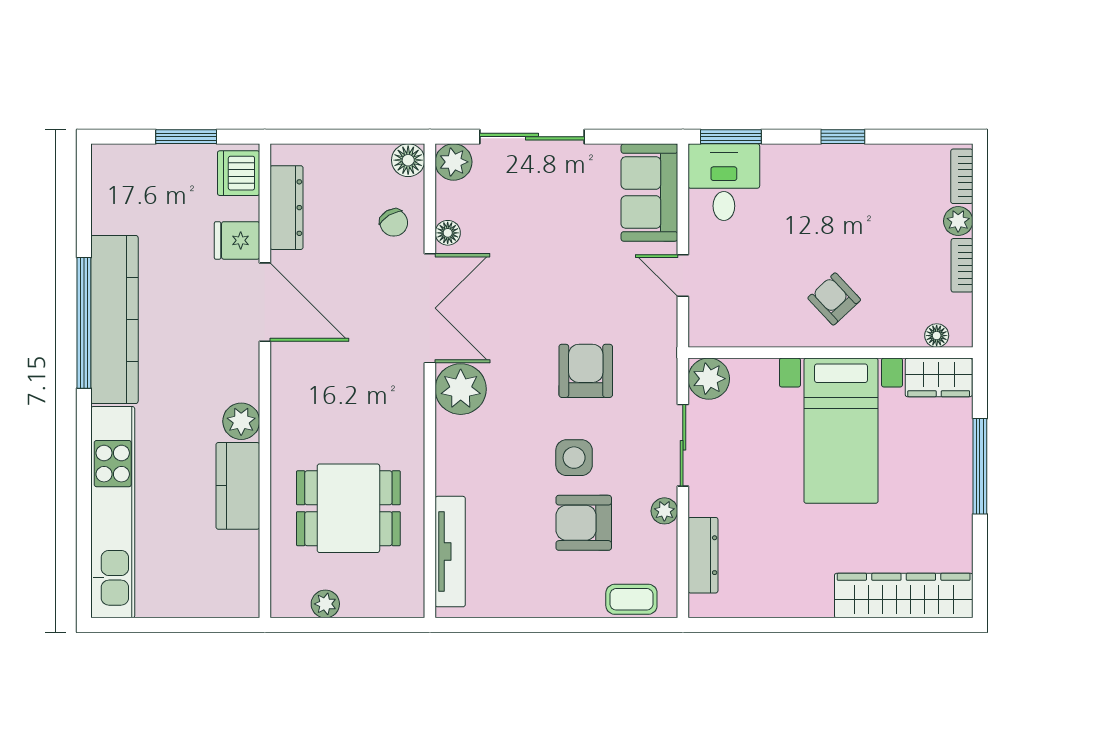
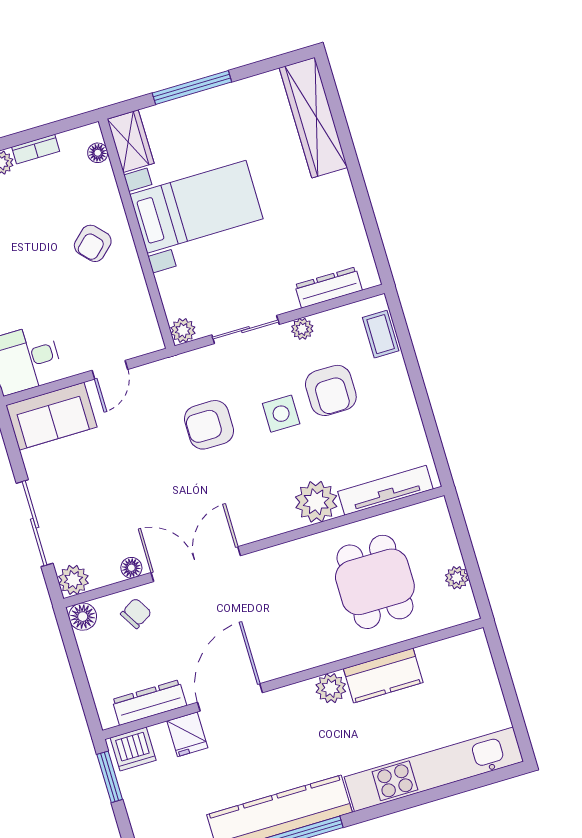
window: (186, 137) -> (110, 777), moved
plant: (709, 379) -> (183, 330), width x0.73, depth x0.73
plant: (461, 389) -> (316, 502), moved

